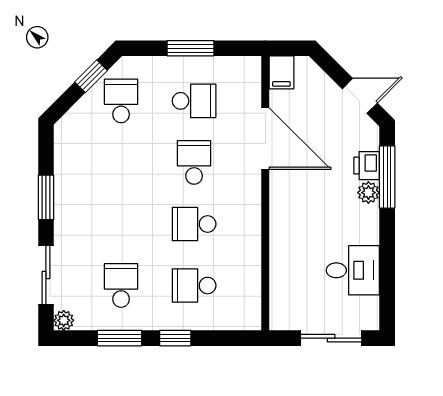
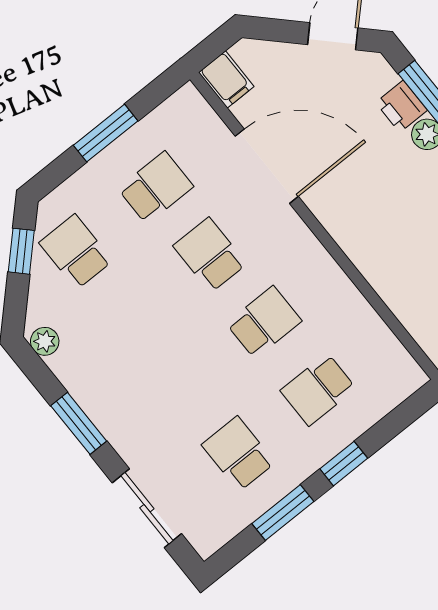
school desk: (194, 224) -> (264, 322), turned 180
plant: (64, 320) -> (45, 341), moved

